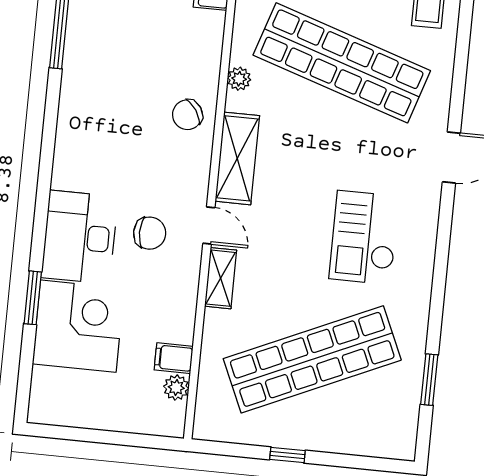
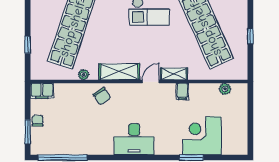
chair: (150, 233) -> (157, 108), removed
desk: (79, 237) -> (134, 139), moved
filing cabinet: (174, 358) -> (182, 91), moved

